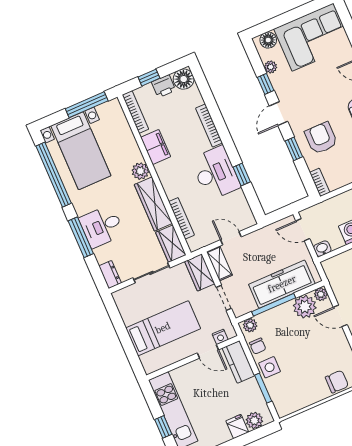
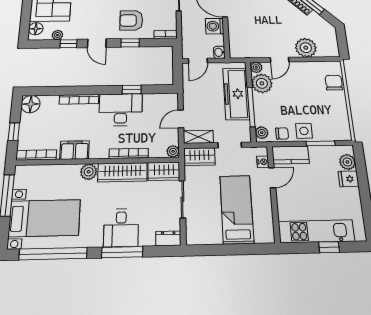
printer: (164, 86) -> (27, 123), removed
bookcase: (181, 218) -> (129, 153), moved
plant: (194, 244) -> (173, 151), added

